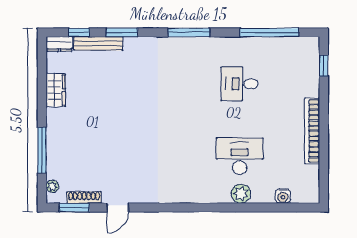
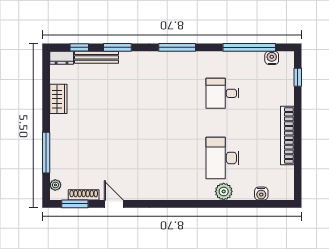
water cooler: (295, 44) -> (272, 58), added
desk: (240, 156) -> (223, 158), turned -90
door: (118, 208) -> (114, 204), swing flipped

